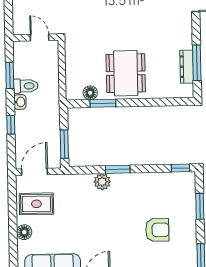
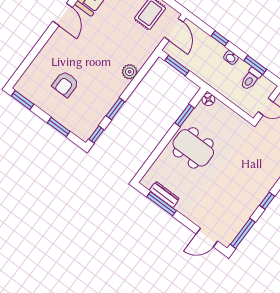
toilet: (26, 86) -> (251, 79), moved
floor lamp: (90, 93) -> (208, 99), moved
window: (118, 169) -> (115, 109), moved

